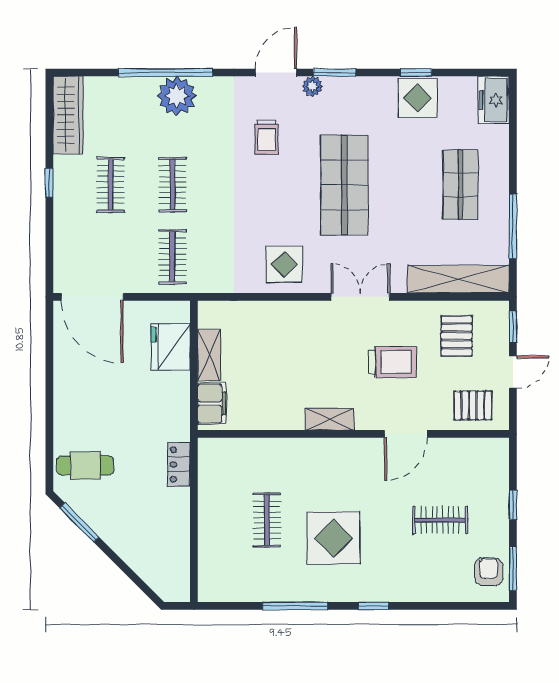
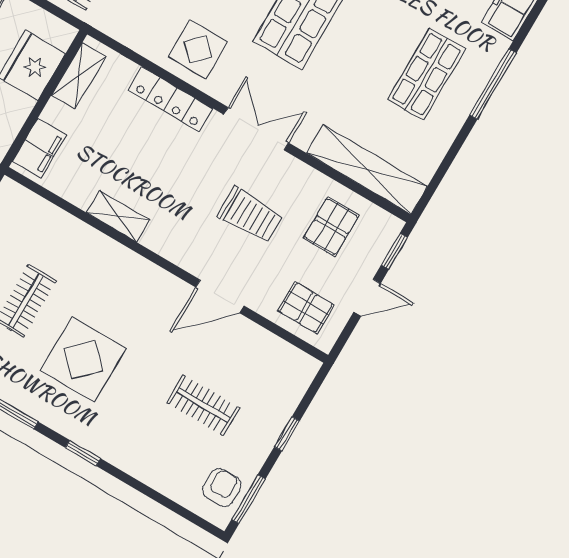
window: (513, 226) -> (493, 84), moved
locker: (286, 312) -> (170, 99), added
shelving: (209, 355) -> (79, 76), moved
shelving: (330, 419) -> (118, 216), moved

